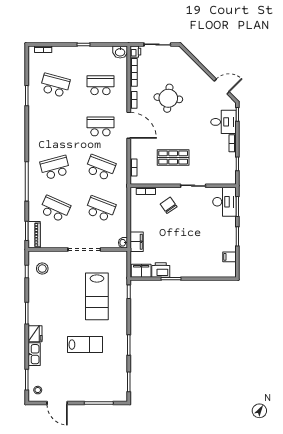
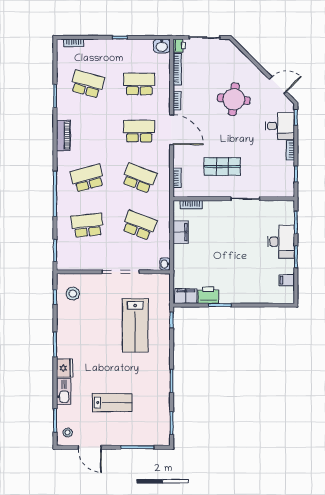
round table: (168, 98) -> (234, 99), moved
desk: (224, 202) -> (281, 242), moved
chair: (169, 205) -> (217, 221), removed
school desk: (55, 209) -> (87, 225), turned -30
piano: (34, 235) -> (63, 135), moved
filing cabinet: (137, 242) -> (181, 232), moved
lab bench: (85, 345) -> (112, 403), moved

